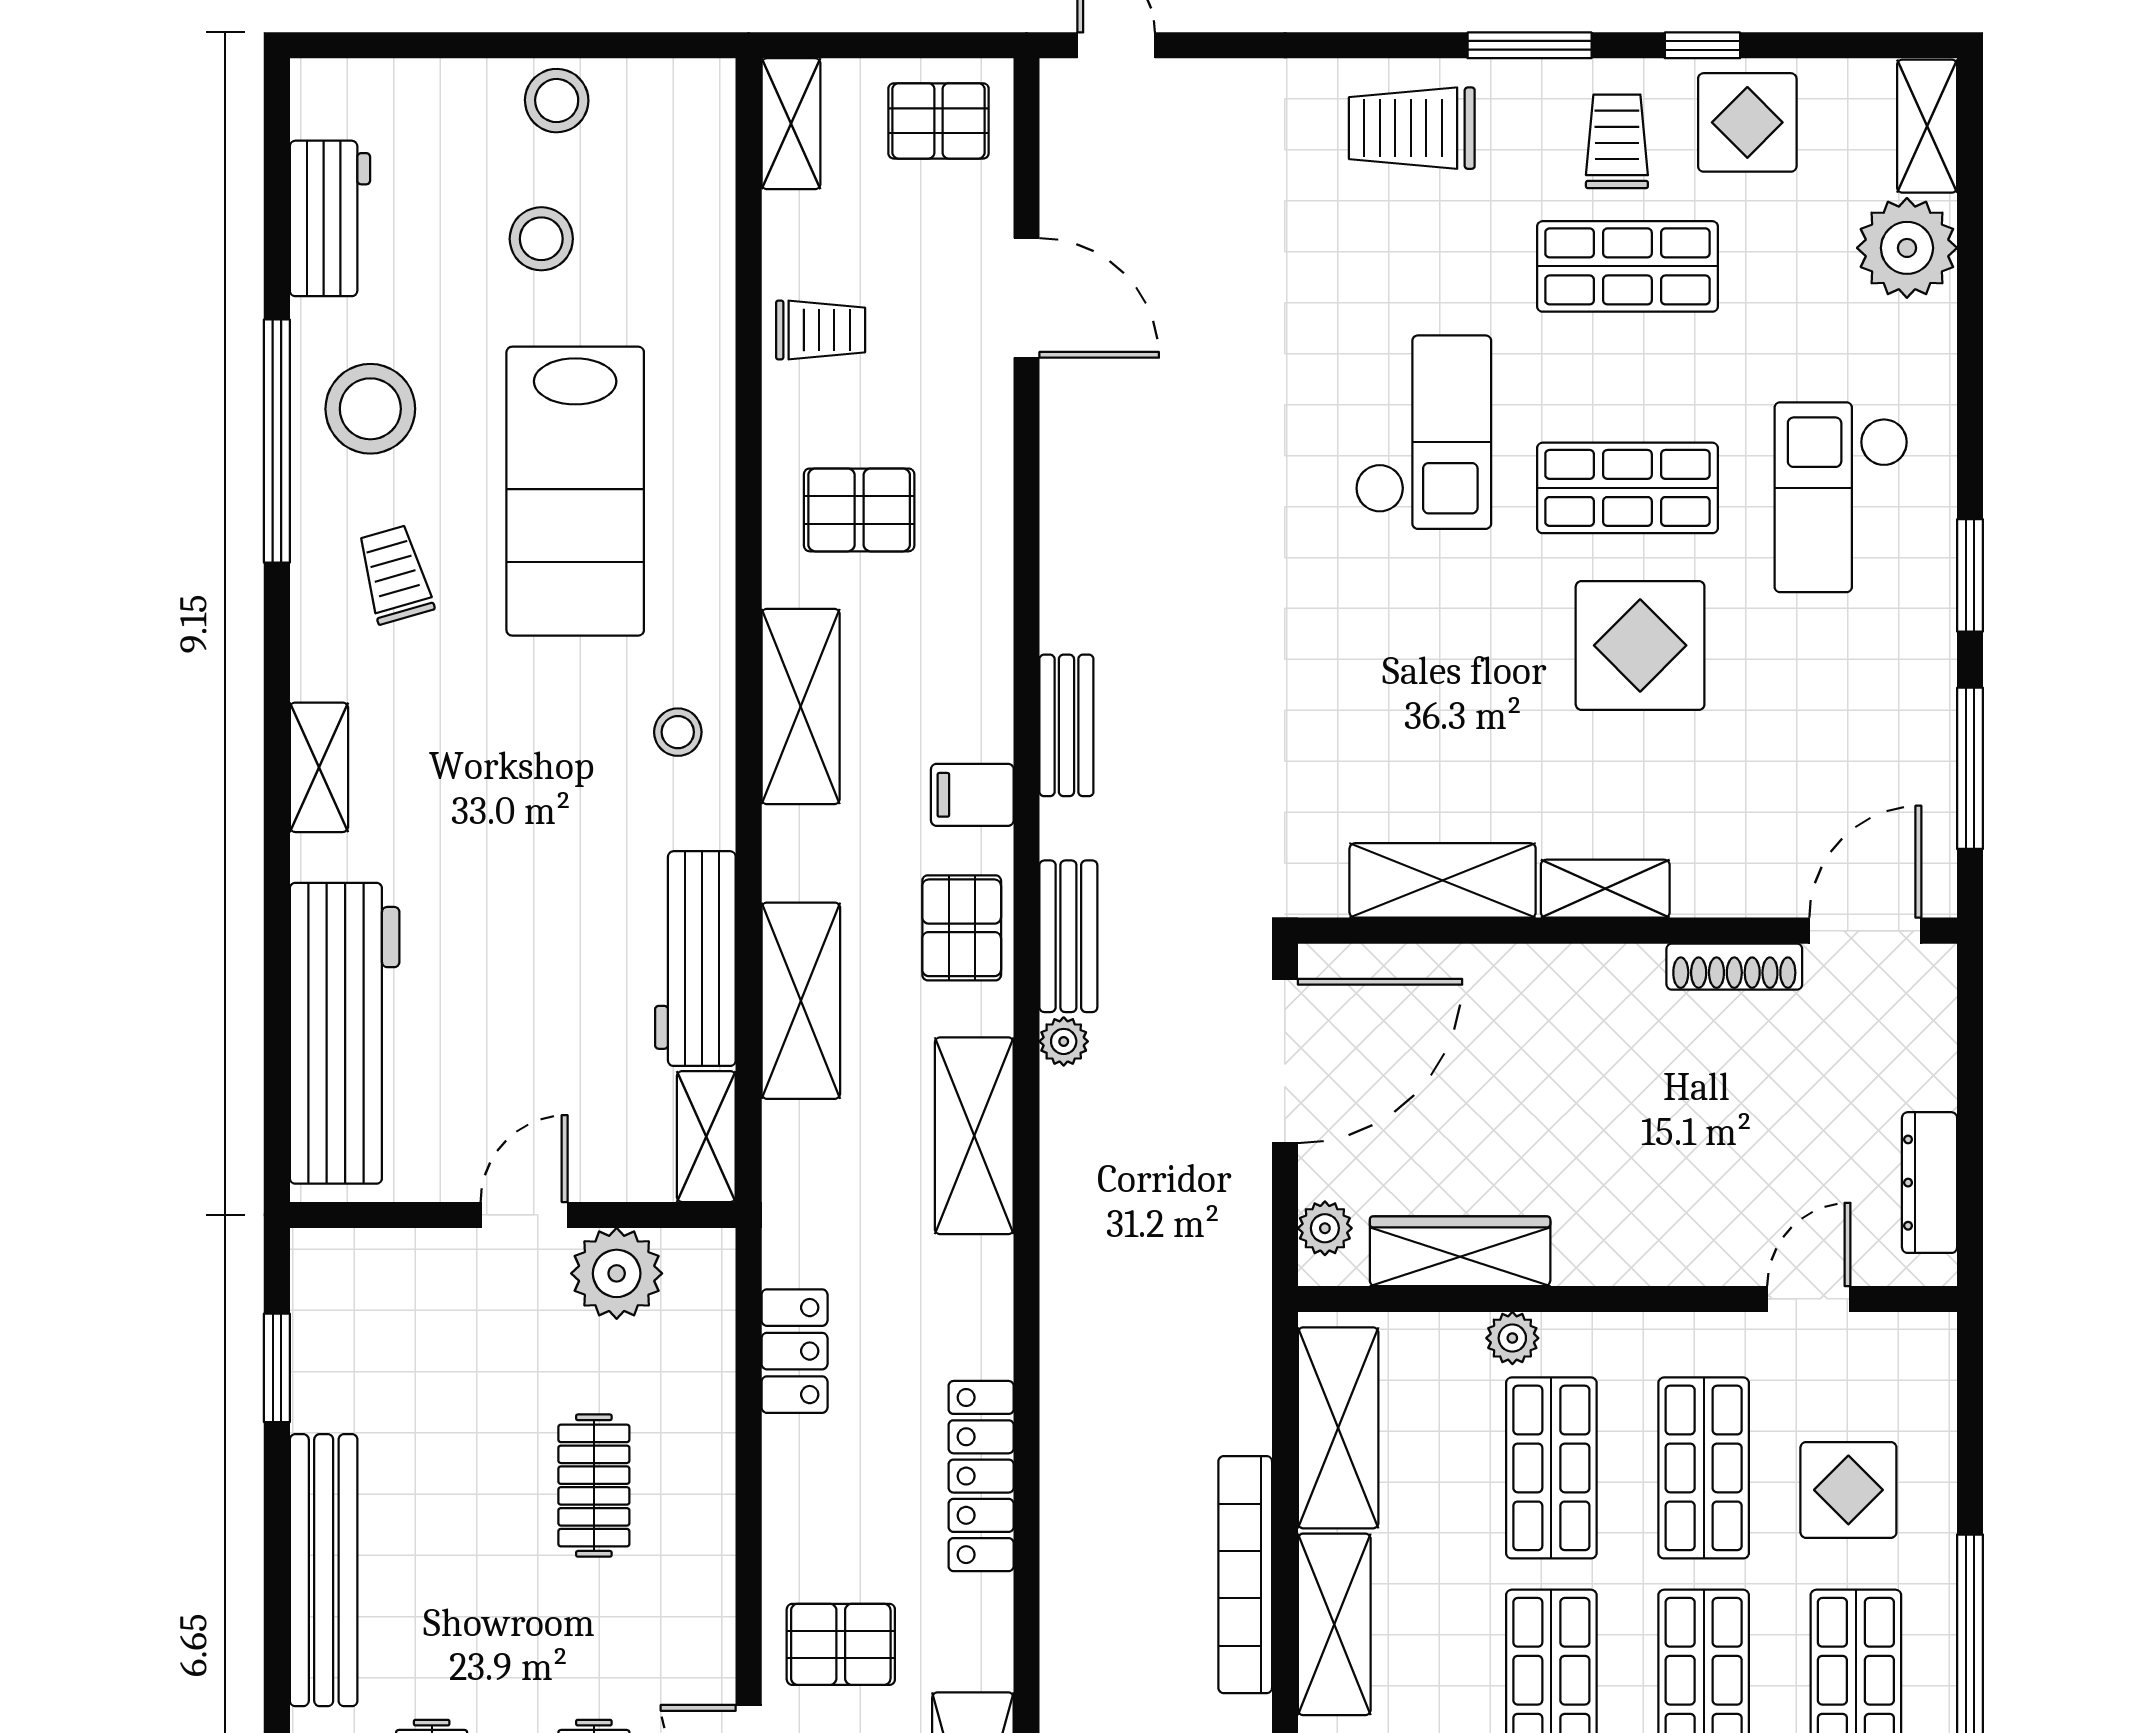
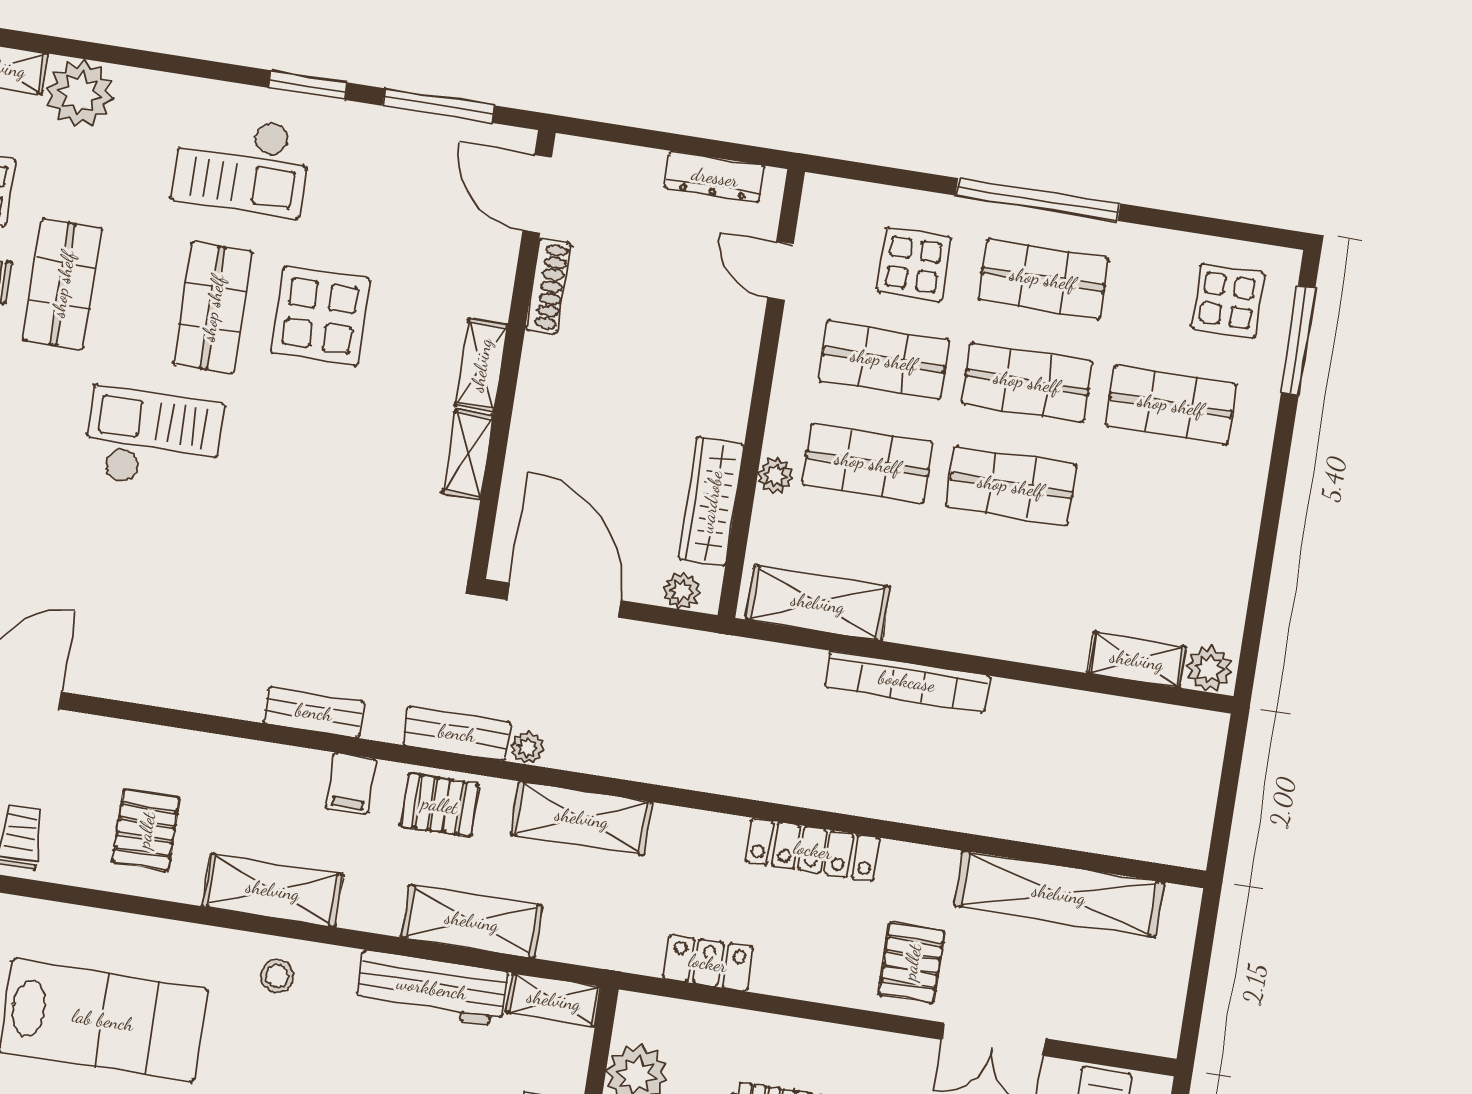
shelving: (1443, 880) -> (468, 454), width x0.67, depth x0.75
shelving: (1334, 1624) -> (950, 626), removed

